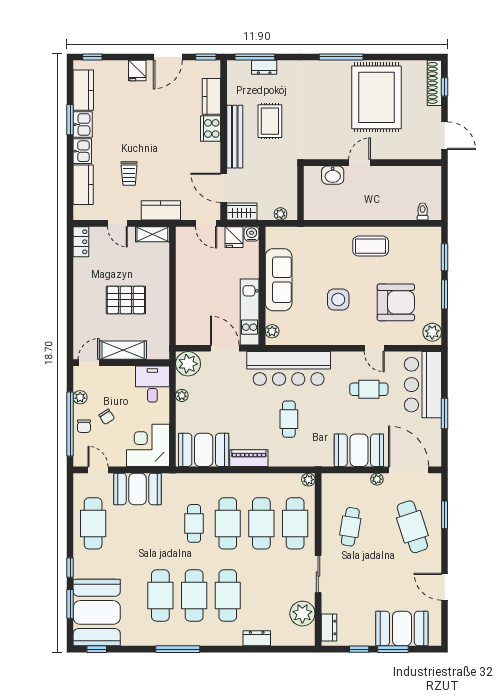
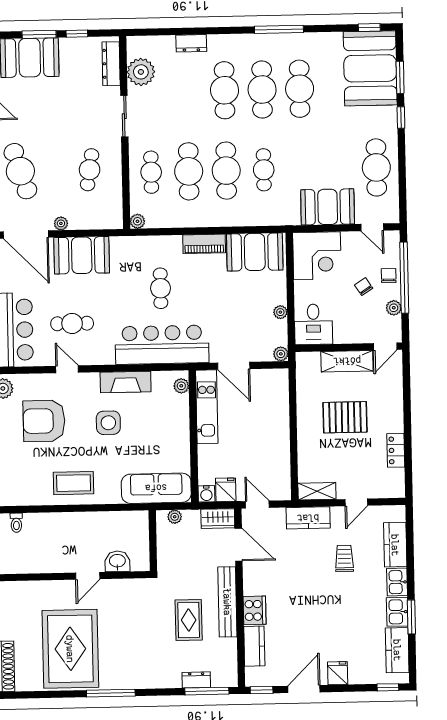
door: (117, 223) -> (356, 502), swing flipped
locker: (81, 242) -> (396, 450), moved
sofa: (279, 280) -> (156, 488), moved, turned 90
fireplace: (322, 336) -> (126, 382), added
plant: (188, 364) -> (281, 354), width x0.53, depth x0.53
cafe table: (295, 523) -> (151, 172), width x0.73, depth x0.74
dresser: (329, 627) -> (111, 64), width x1.44

